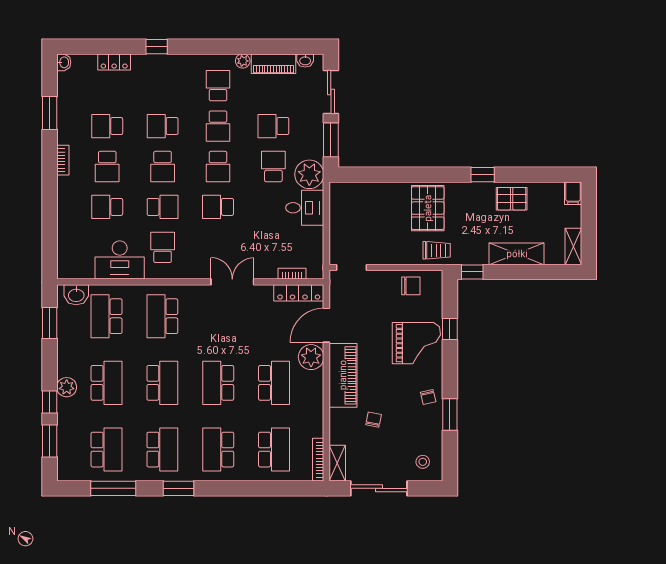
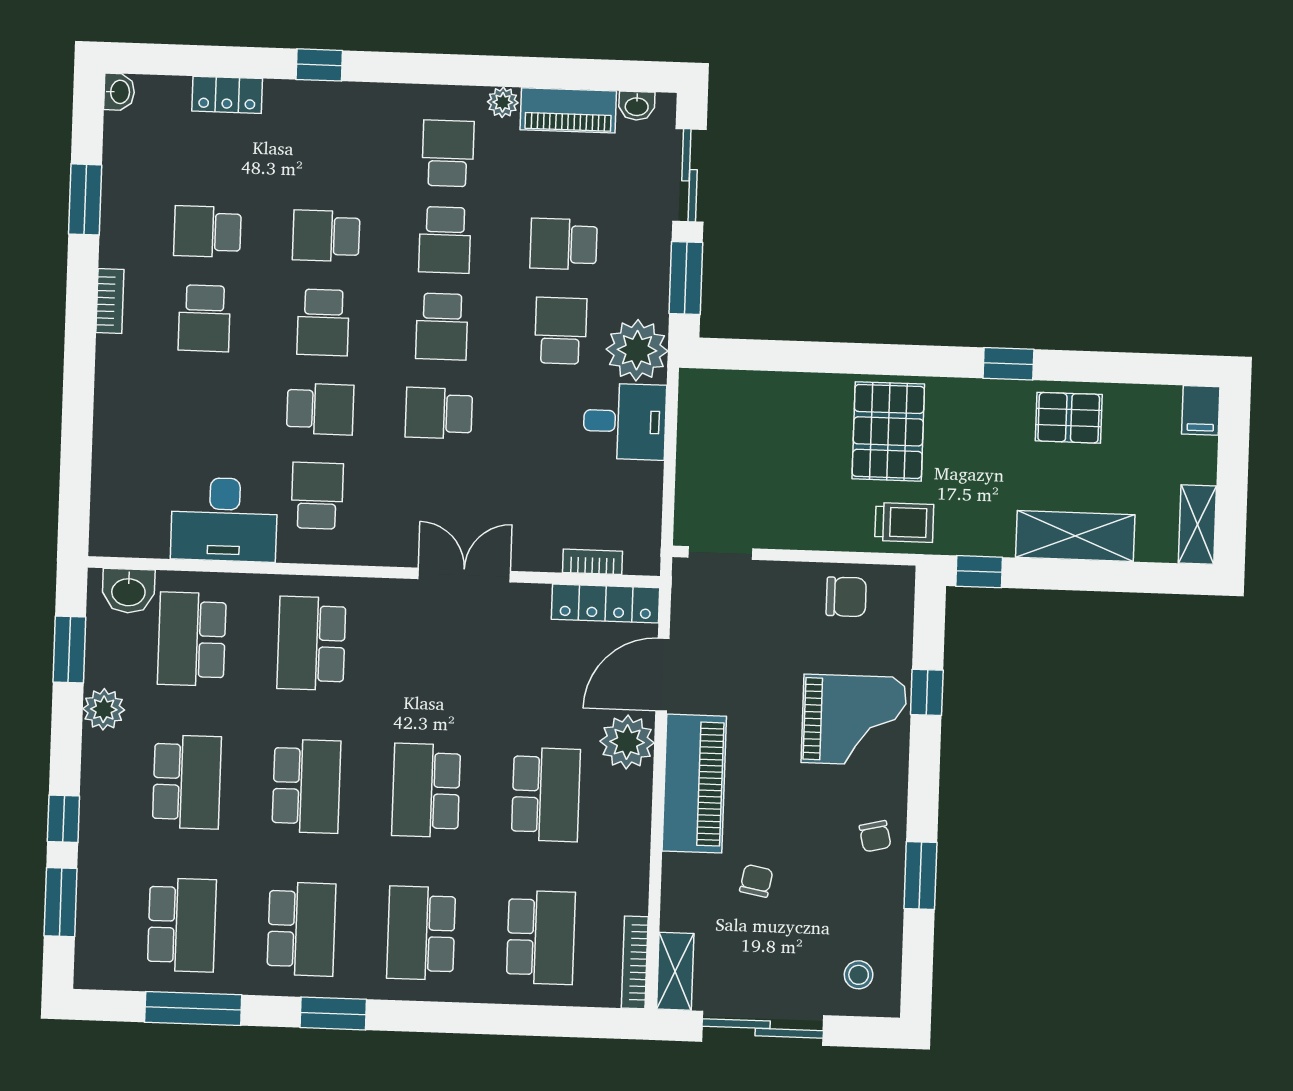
school desk: (107, 207) -> (201, 405), removed
plant: (67, 387) -> (104, 709), moved

